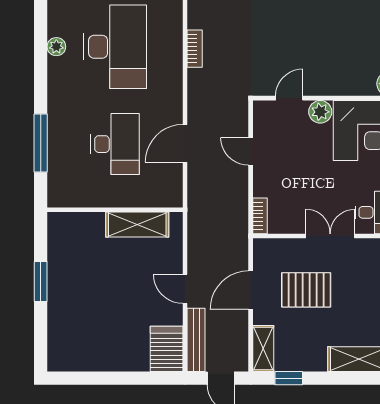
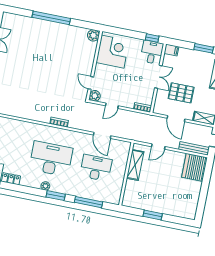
window: (41, 72) -> (56, 196), added
plant: (320, 112) -> (95, 96), moved
double door: (330, 236) -> (158, 77), swing flipped
door: (185, 289) -> (158, 147), moved
pallet: (306, 290) -> (181, 93), turned 90
server rack: (167, 349) -> (195, 167), width x1.60

